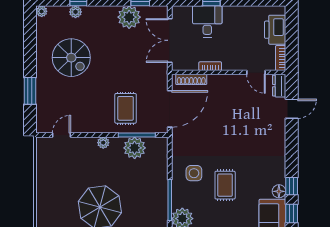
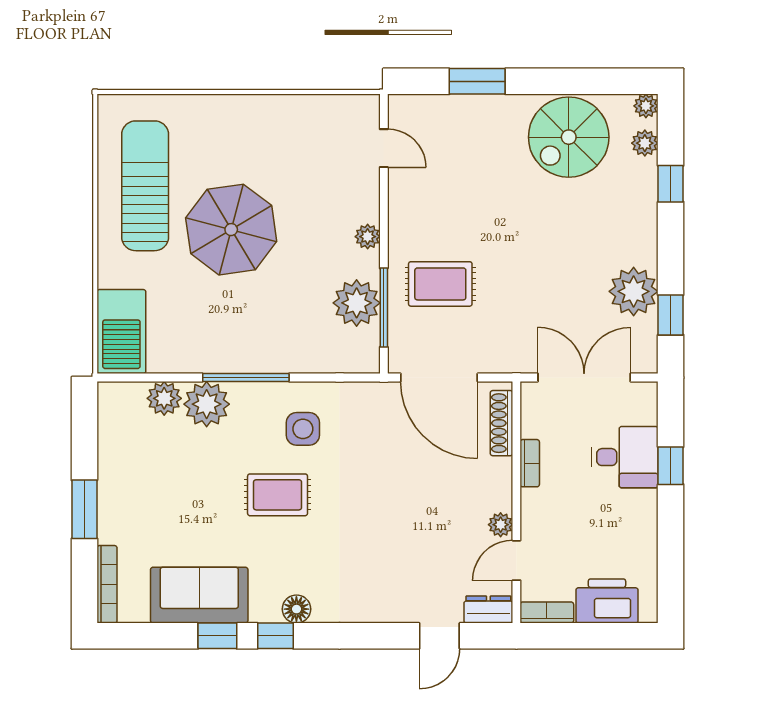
plant: (75, 12) -> (645, 143), moved
spiral stairs: (71, 58) -> (569, 137), moved
plant: (239, 80) -> (501, 525), added
door: (292, 109) -> (439, 636), hinge flipped
floor lamp: (279, 191) -> (296, 609), moved

